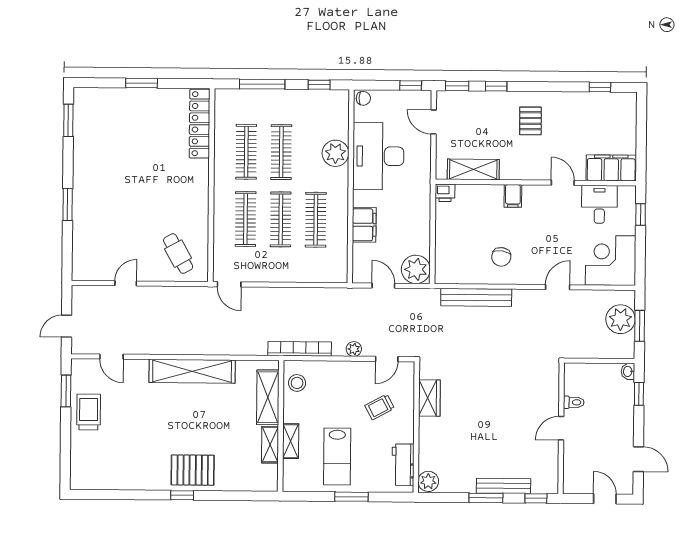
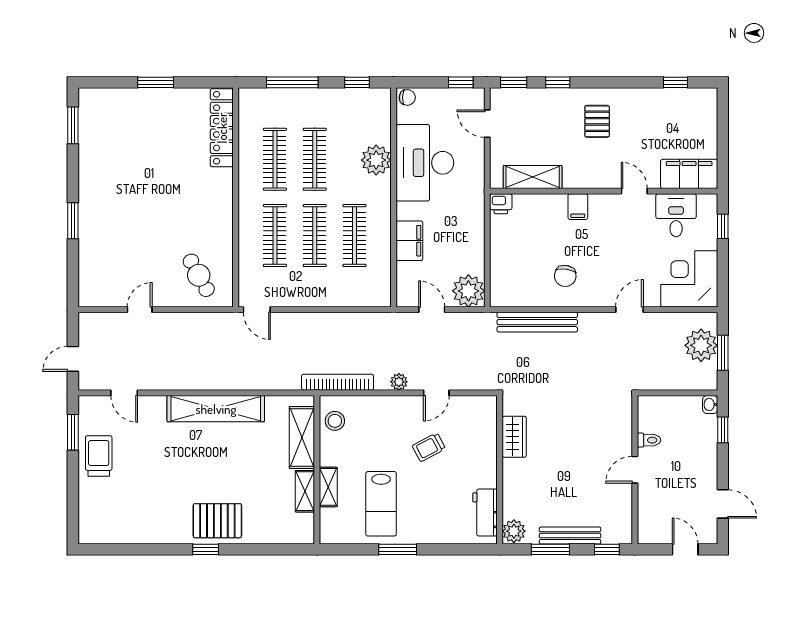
wardrobe: (429, 398) -> (514, 437), moved
wall: (416, 427) -> (500, 470), moved
workbench: (403, 465) -> (485, 512), moved
plant: (428, 481) -> (514, 531), moved

